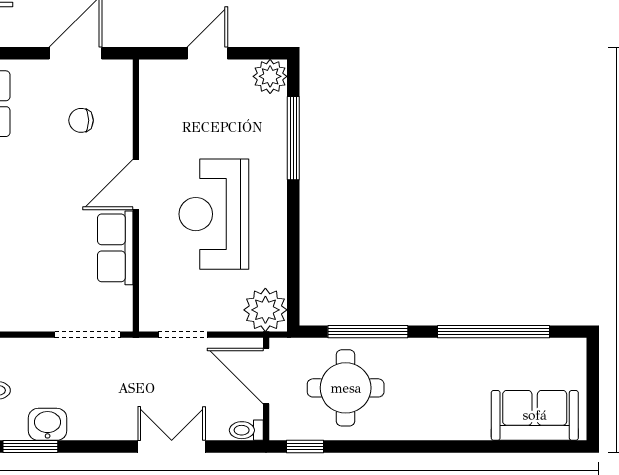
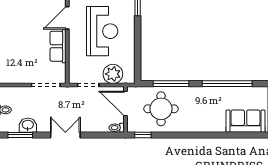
reception desk: (214, 214) -> (102, 31), turned 180
plant: (265, 310) -> (113, 74), moved
double door: (172, 447) -> (65, 135), moved

